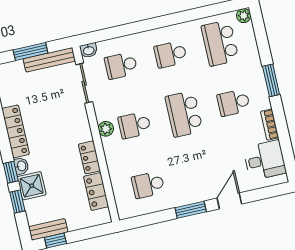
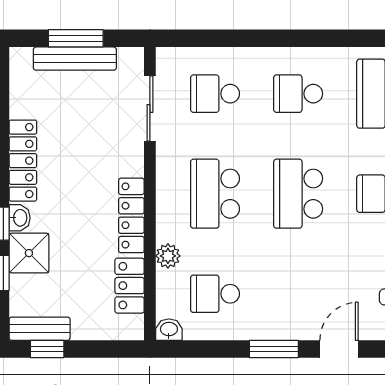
washbasin: (89, 50) -> (169, 330), moved, turned 180
bench: (49, 60) -> (75, 59), moved
school desk: (135, 125) -> (215, 194), width x1.85
plant: (106, 129) -> (168, 256), moved
locker: (89, 157) -> (131, 215), width x1.53

